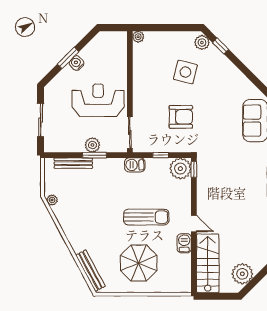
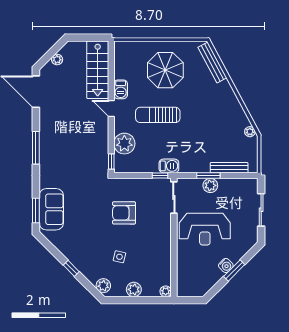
plant: (171, 39) -> (134, 289), added
window: (221, 46) -> (71, 268), moved
side table: (185, 72) -> (119, 257), width x0.54, depth x0.54
window: (161, 155) -> (160, 176), moved
plant: (180, 169) -> (124, 144), moved
plant: (242, 274) -> (57, 59), width x0.53, depth x0.53

